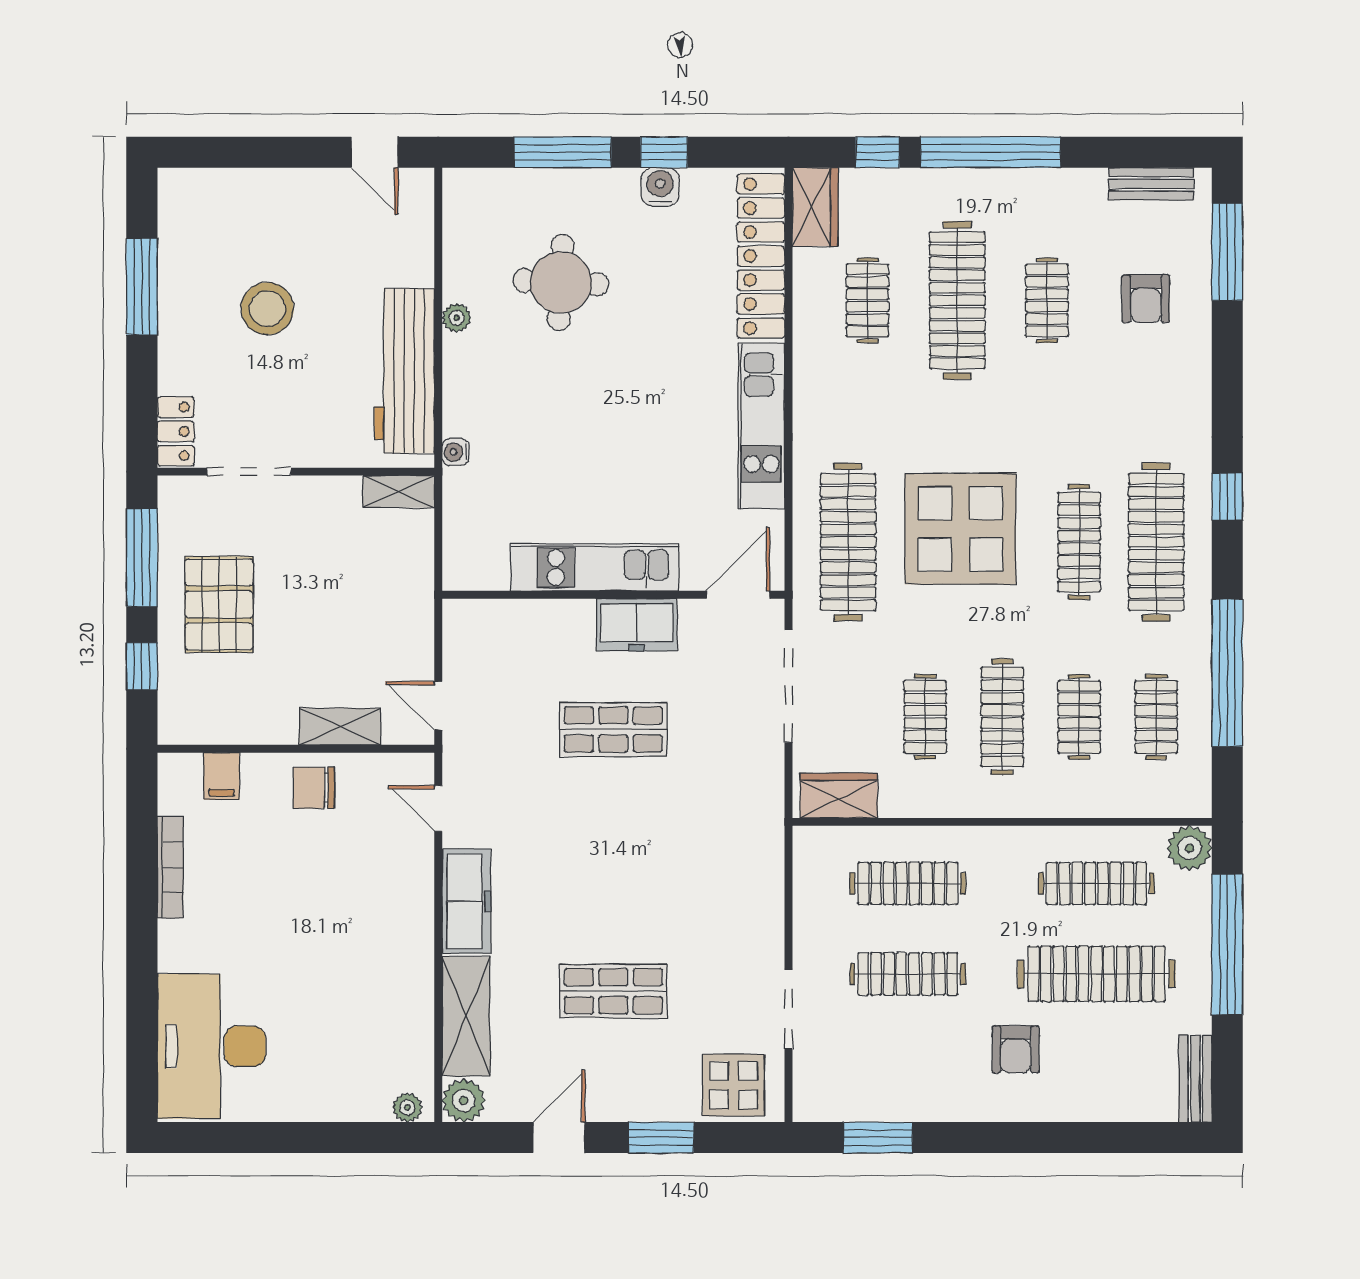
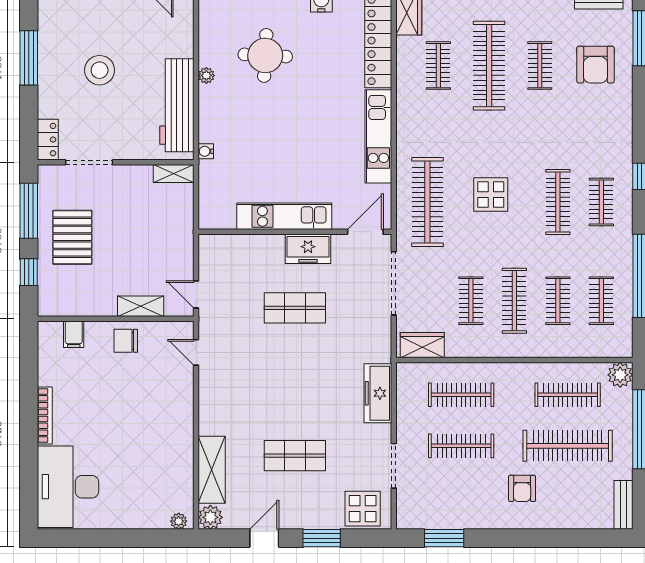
armchair: (1146, 299) -> (595, 65), width x1.38, depth x1.38
display table: (960, 529) -> (491, 195), width x0.54, depth x0.54
clothes rail: (1156, 542) -> (601, 202), width x0.54, depth x0.76
bookcase: (170, 867) -> (45, 416), moved
freezer: (466, 901) -> (378, 393), moved, turned 180

